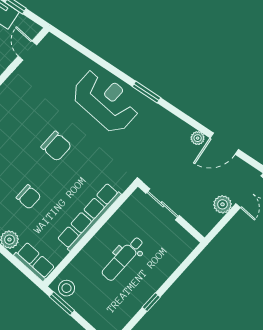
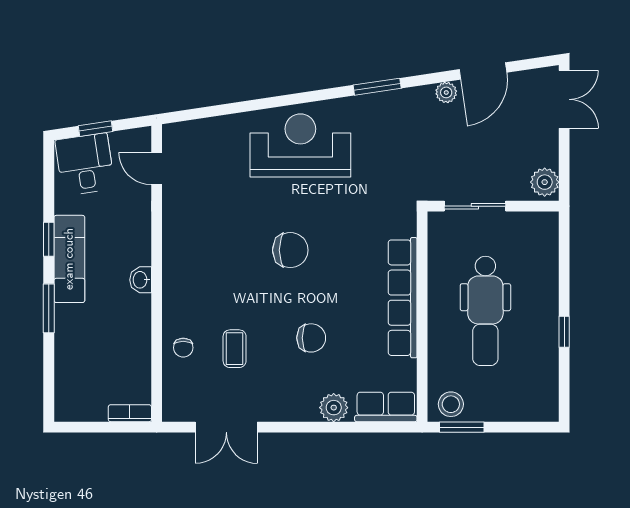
window: (146, 92) -> (377, 87), moved
plant: (223, 204) -> (545, 182), moved
dental chair: (123, 259) -> (485, 311), width x1.36, depth x1.38

